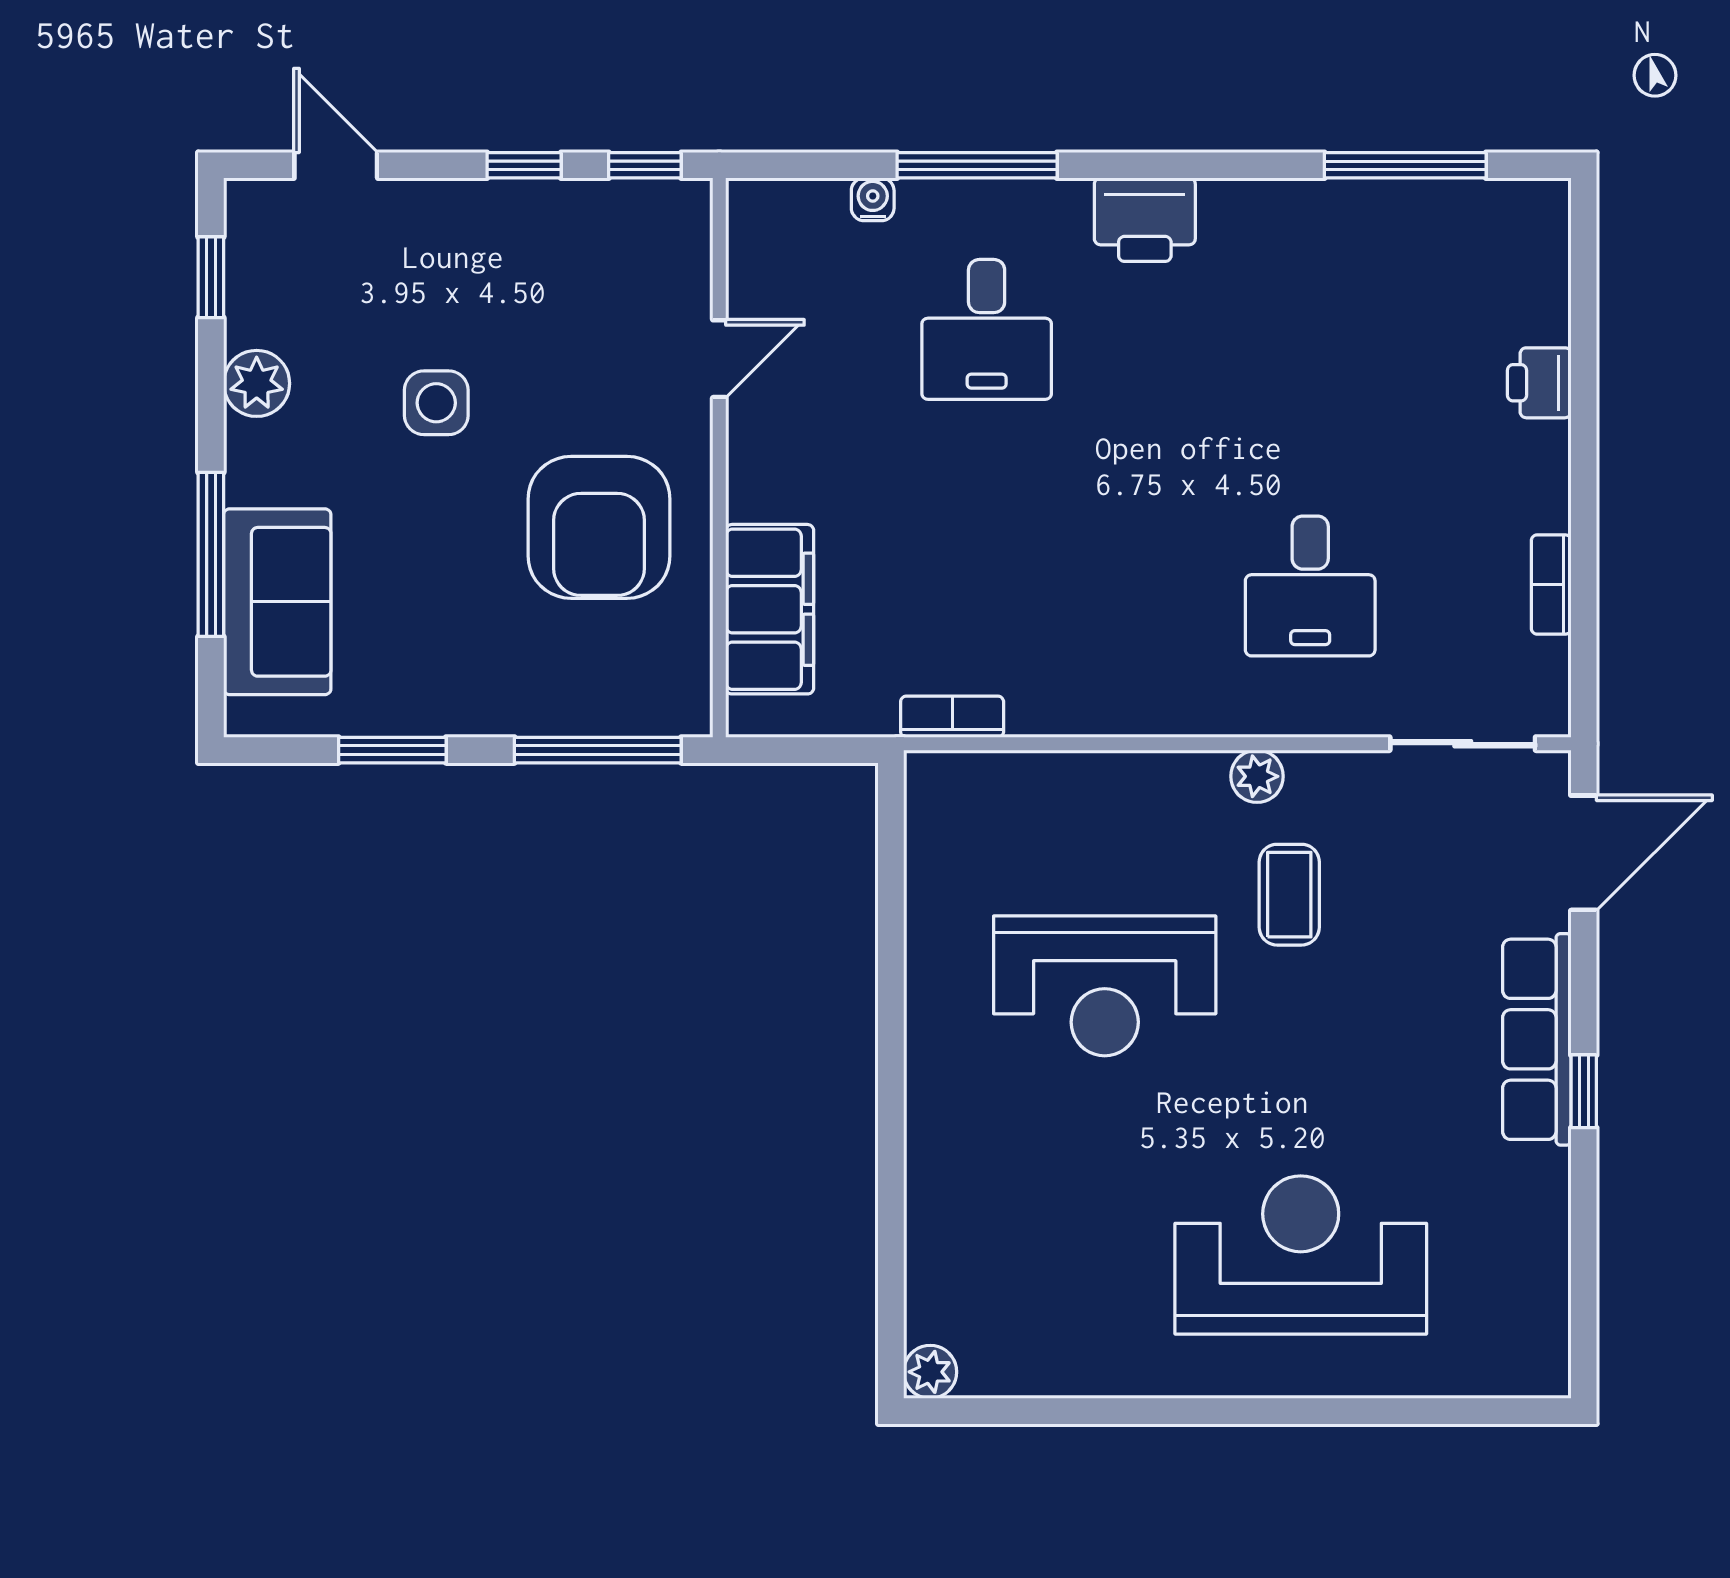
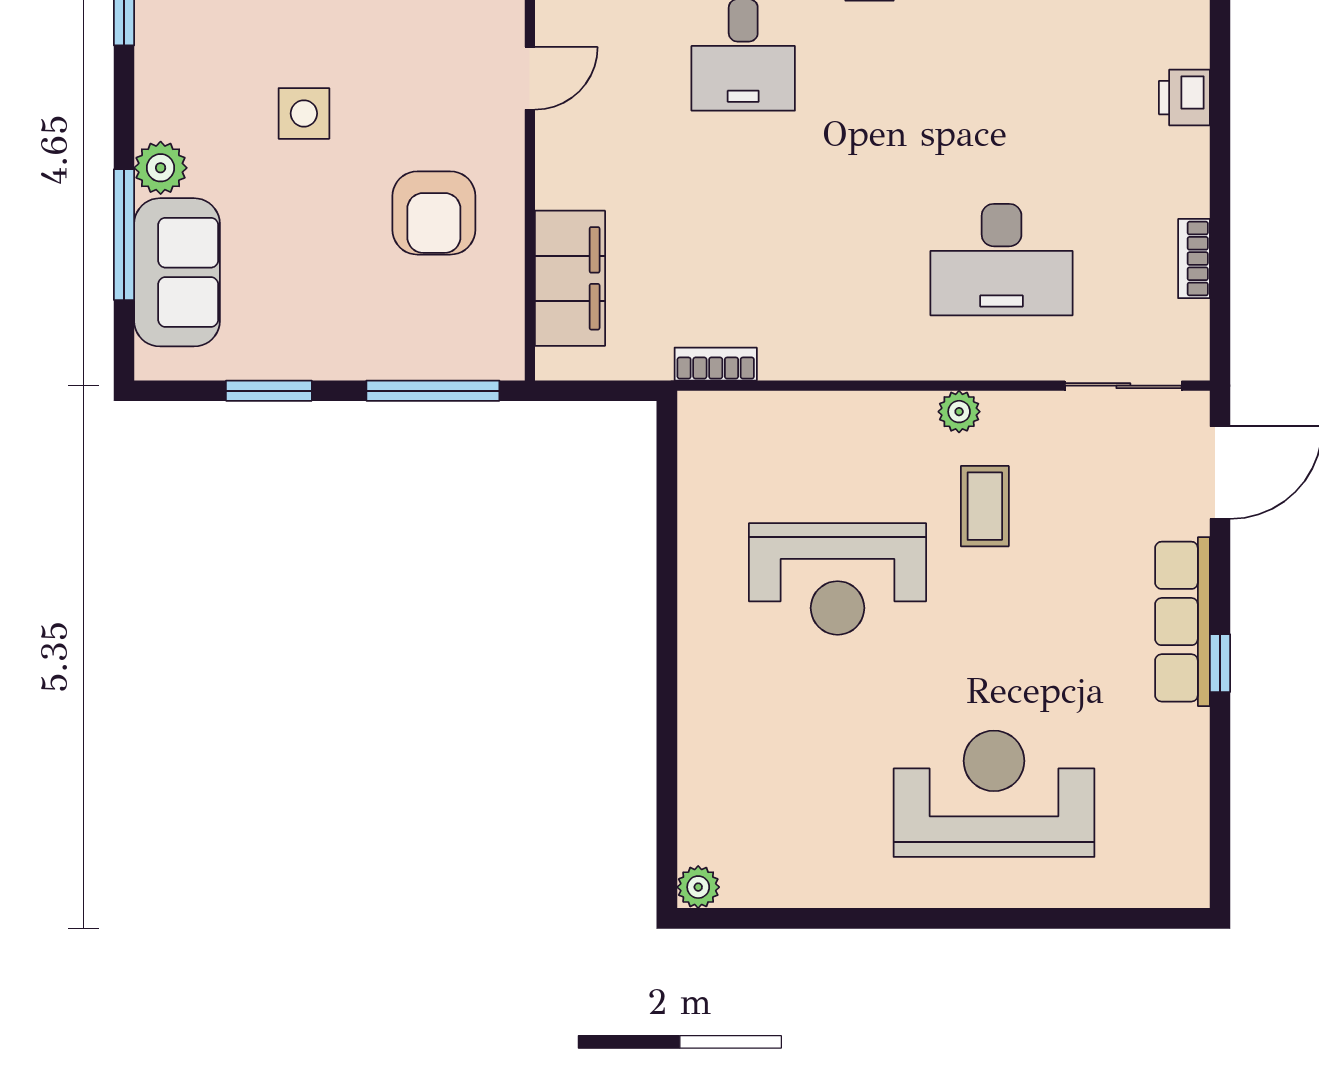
plant: (257, 383) -> (161, 168), moved
armchair: (599, 527) -> (434, 213), width x0.73, depth x0.73
desk: (1310, 586) -> (1002, 260), width x1.37

